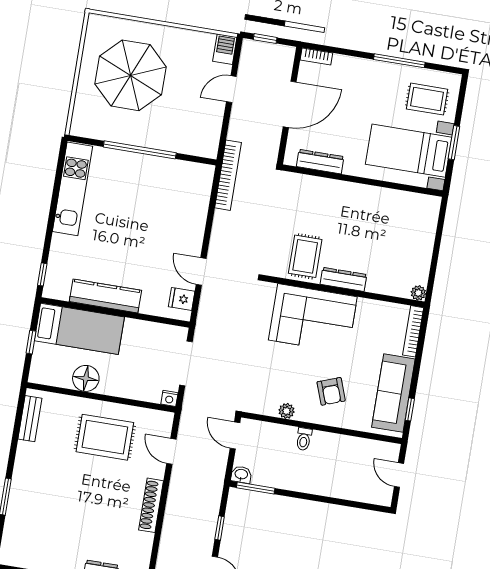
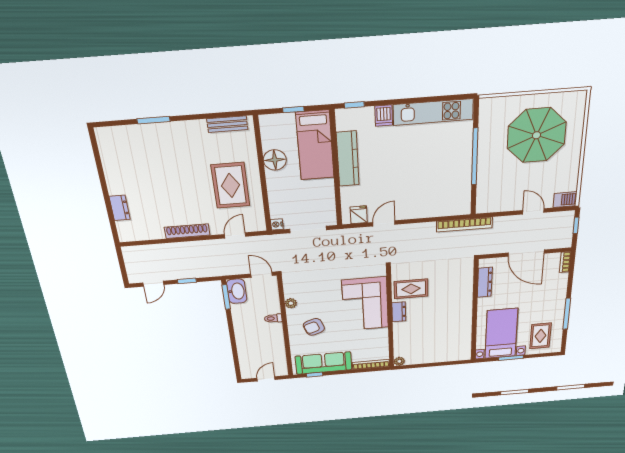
dishwasher: (63, 245) -> (384, 116), added
dresser: (343, 279) -> (399, 312), width x0.70
door: (235, 436) -> (262, 275), hinge flipped
washbasin: (241, 475) -> (237, 291), width x1.91, depth x1.45

